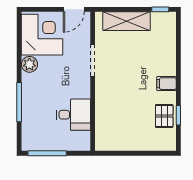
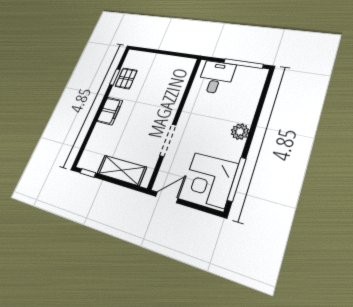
plant: (29, 64) -> (240, 132), moved
filing cabinet: (166, 84) -> (110, 111), width x2.00
window: (19, 102) -> (237, 179), moved
desk: (73, 115) -> (216, 77), moved, turned 90

